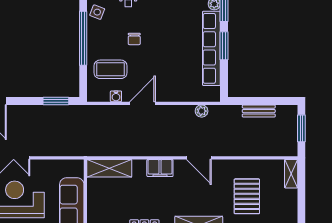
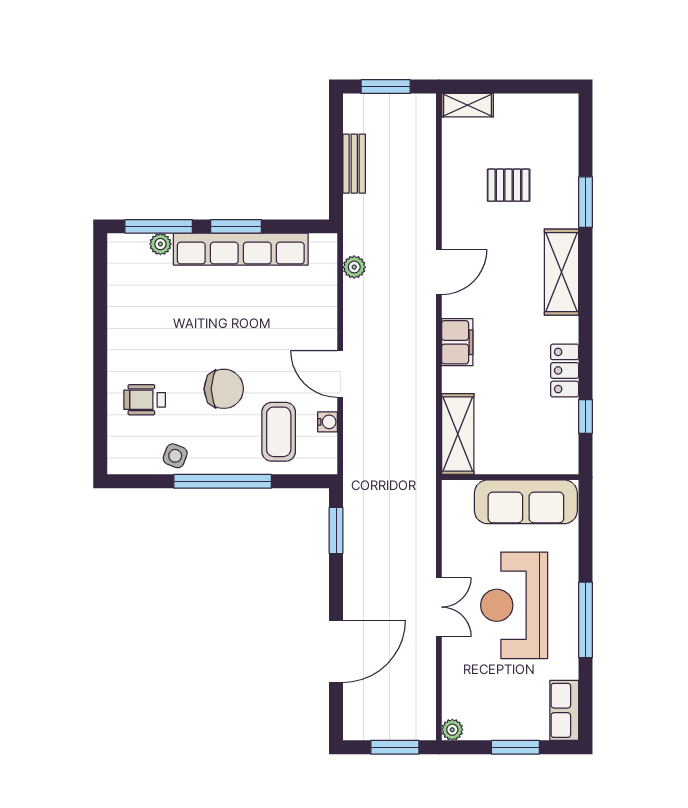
chair: (134, 39) -> (224, 389), width x1.87, depth x1.87
pallet: (247, 196) -> (509, 185), width x0.67, depth x0.71

